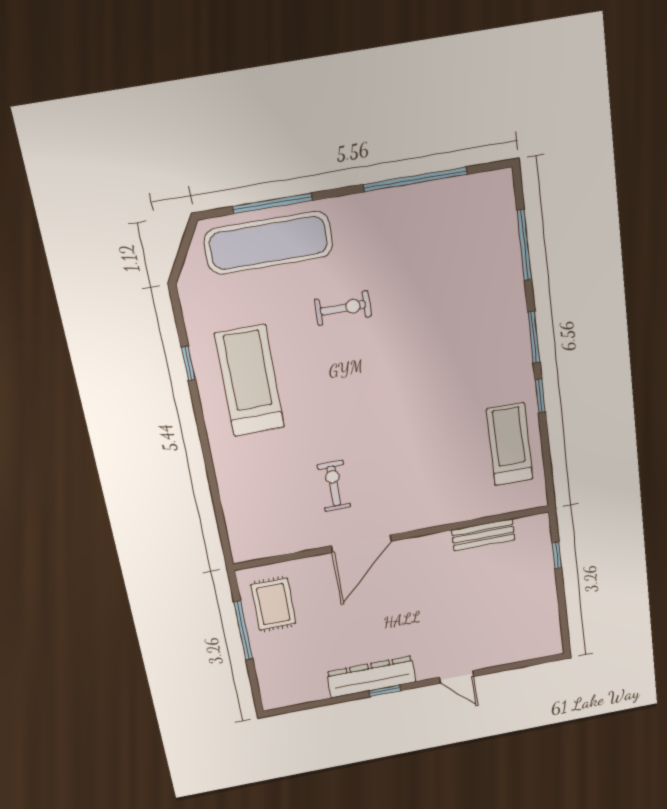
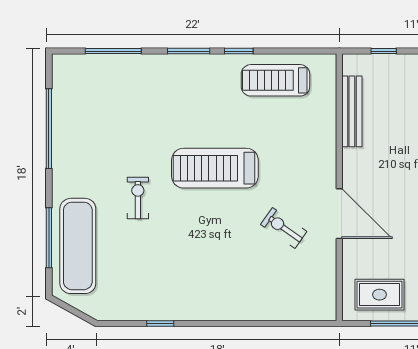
treadmill: (250, 381) -> (215, 168), moved
exercise bike: (334, 486) -> (284, 228), turned 35
bench: (483, 535) -> (352, 111), width x1.36

